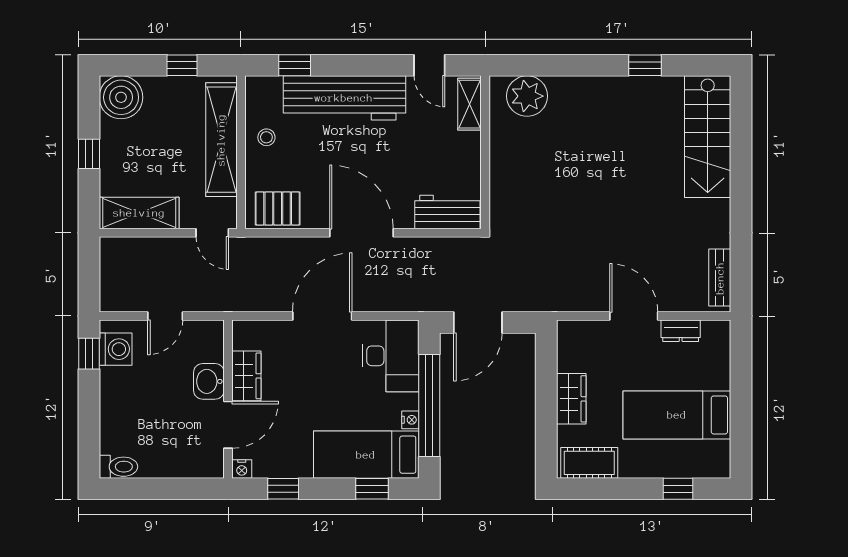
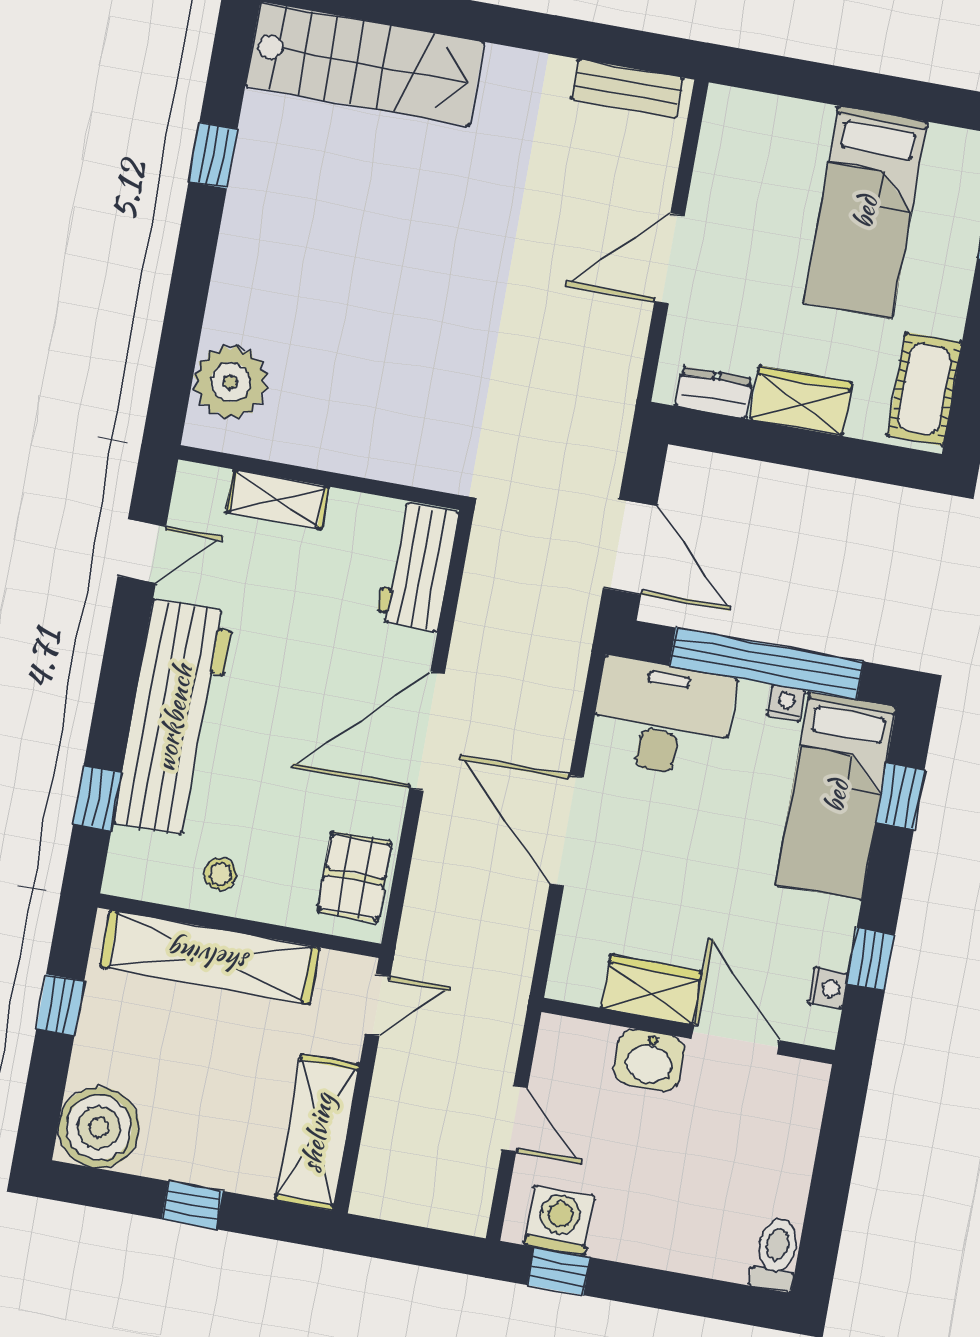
shelving: (470, 104) -> (277, 499), moved
dresser: (681, 331) -> (714, 392), moved, turned -90
nightstand: (242, 469) -> (828, 988), moved

